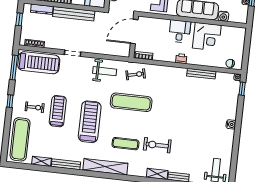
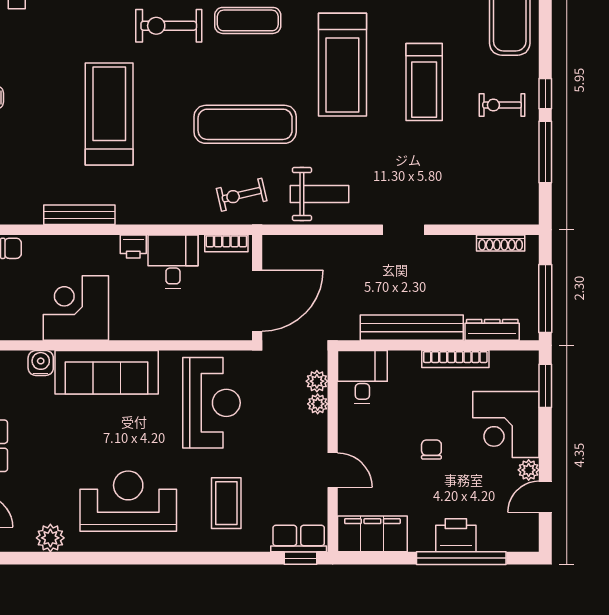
window: (19, 19) -> (545, 299), width x2.17
desk: (180, 31) -> (173, 262), moved, turned 180
treadmill: (39, 63) -> (109, 114), moved, turned 90
window: (14, 68) -> (545, 152), moved
weight bench: (105, 71) -> (319, 194), turned 180
exercise bike: (35, 107) -> (502, 105), moved
exercise bike: (157, 145) -> (169, 26), turned 180

